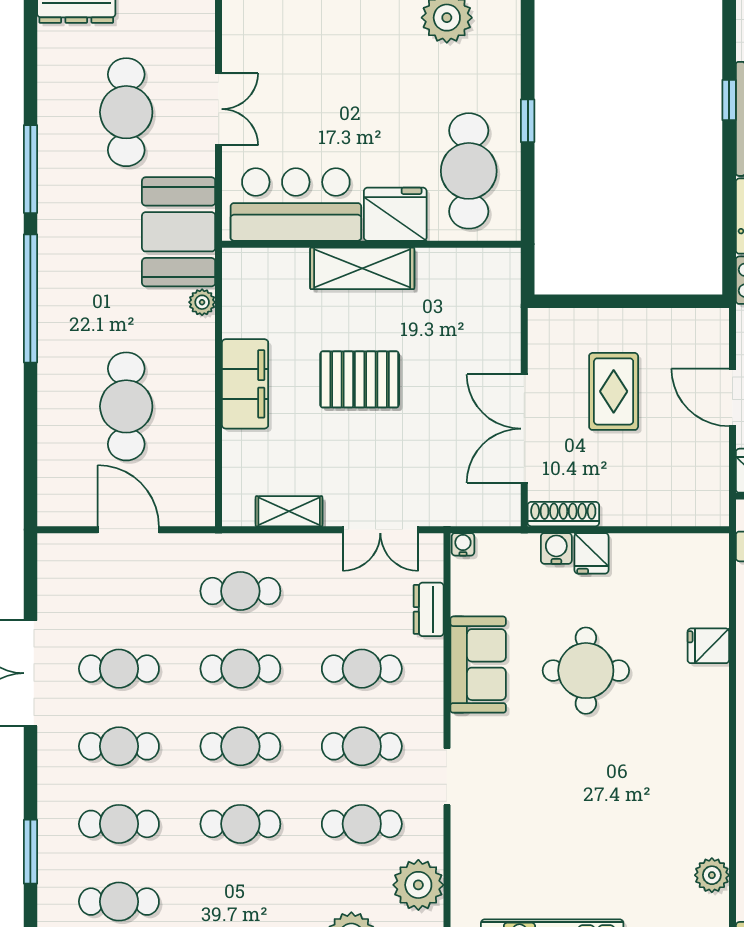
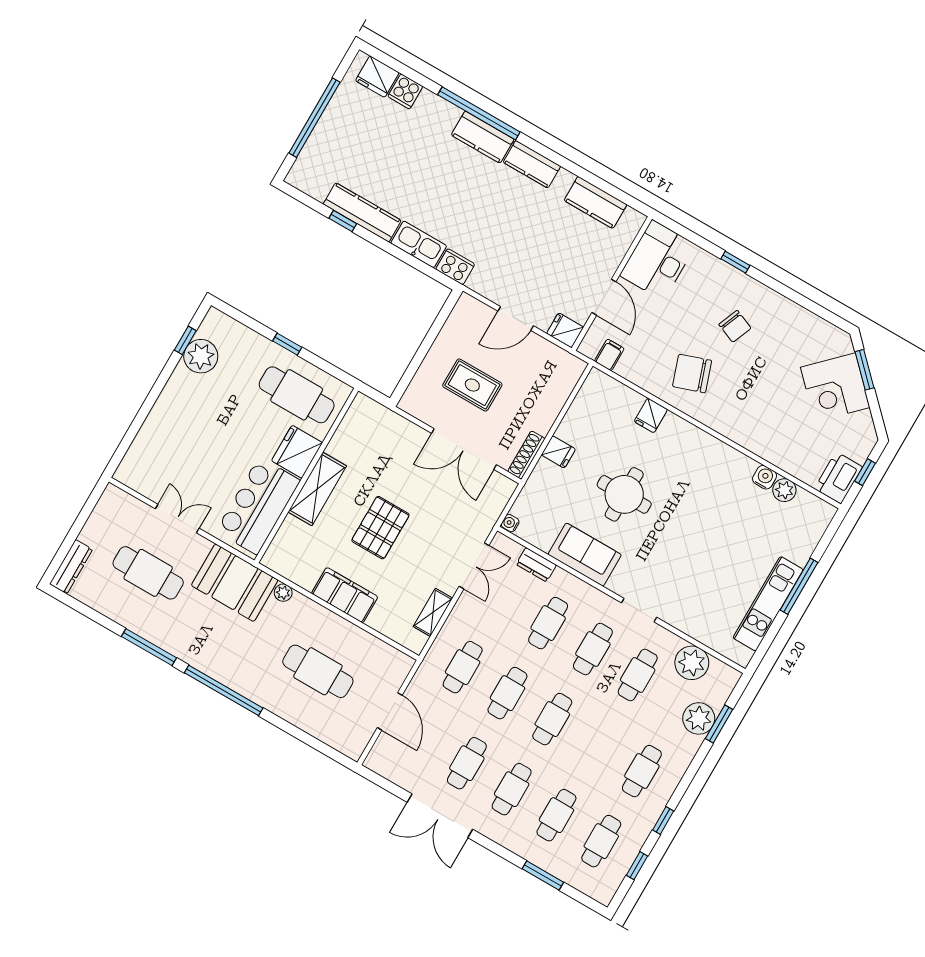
door: (128, 530) -> (390, 711), swing flipped
water cooler: (556, 548) -> (765, 477), moved, turned 90
cafe table: (240, 824) -> (642, 771), moved

